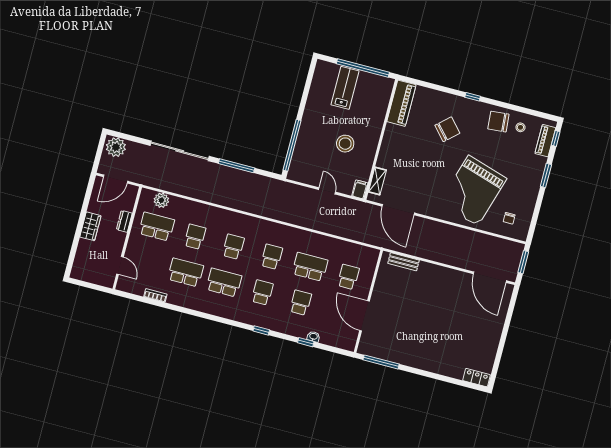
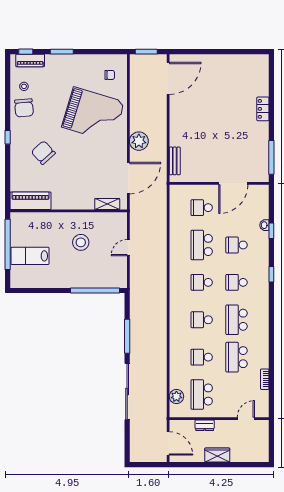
plant: (116, 147) -> (139, 141), moved
filing cabinet: (360, 189) -> (119, 218), removed
locker: (476, 378) -> (263, 109), moved

